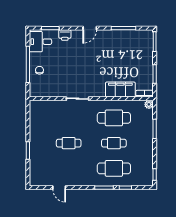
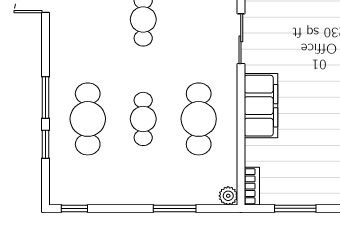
filing cabinet: (120, 90) -> (261, 106), moved

